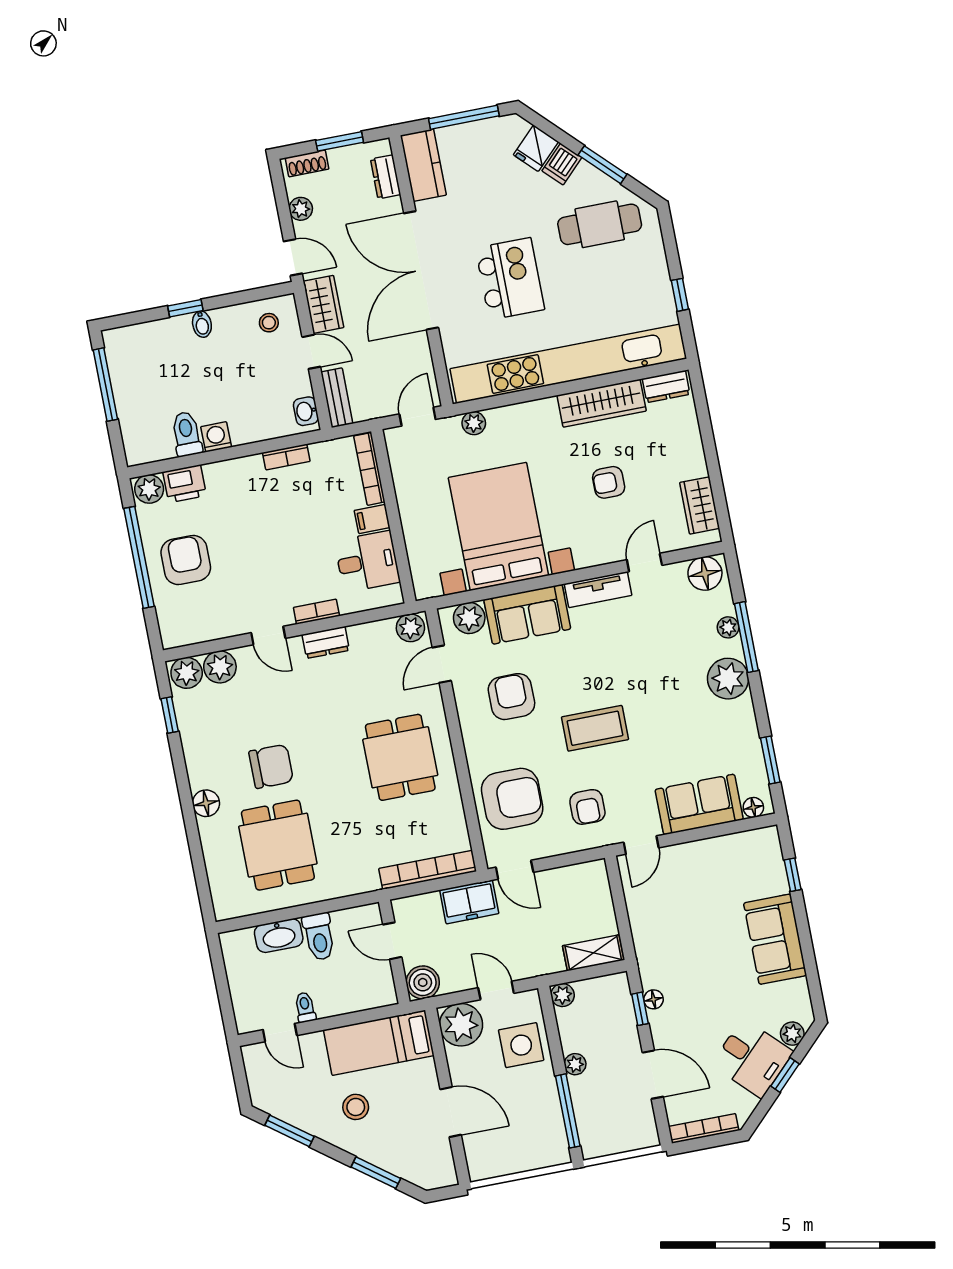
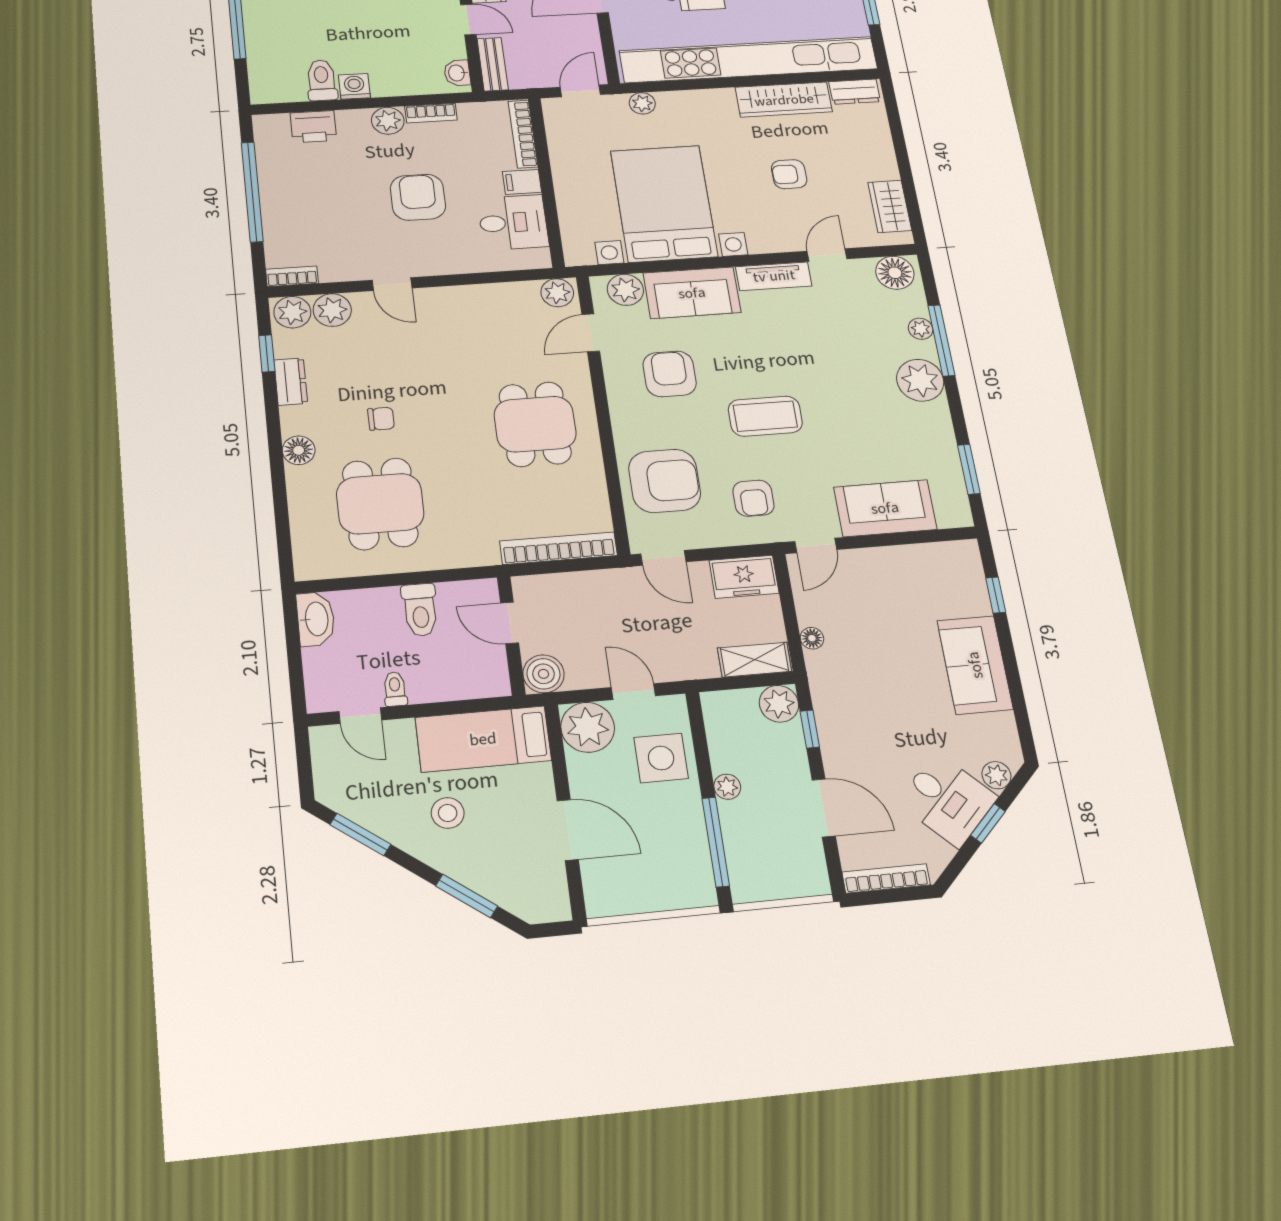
plant: (149, 489) -> (388, 121), moved
armchair: (186, 560) -> (418, 197), moved
bookcase: (316, 612) -> (292, 276), moved
dresser: (326, 642) -> (291, 382), moved, turned -90
chair: (271, 766) -> (381, 419), width x0.54, depth x0.54
floor lamp: (753, 807) -> (949, 518), removed
freezer: (469, 902) -> (744, 577), moved
washbasin: (279, 936) -> (316, 619), moved, turned -90
plant: (563, 995) -> (779, 704), moved, width x1.38, depth x1.38
floor lamp: (654, 999) -> (812, 638), moved

